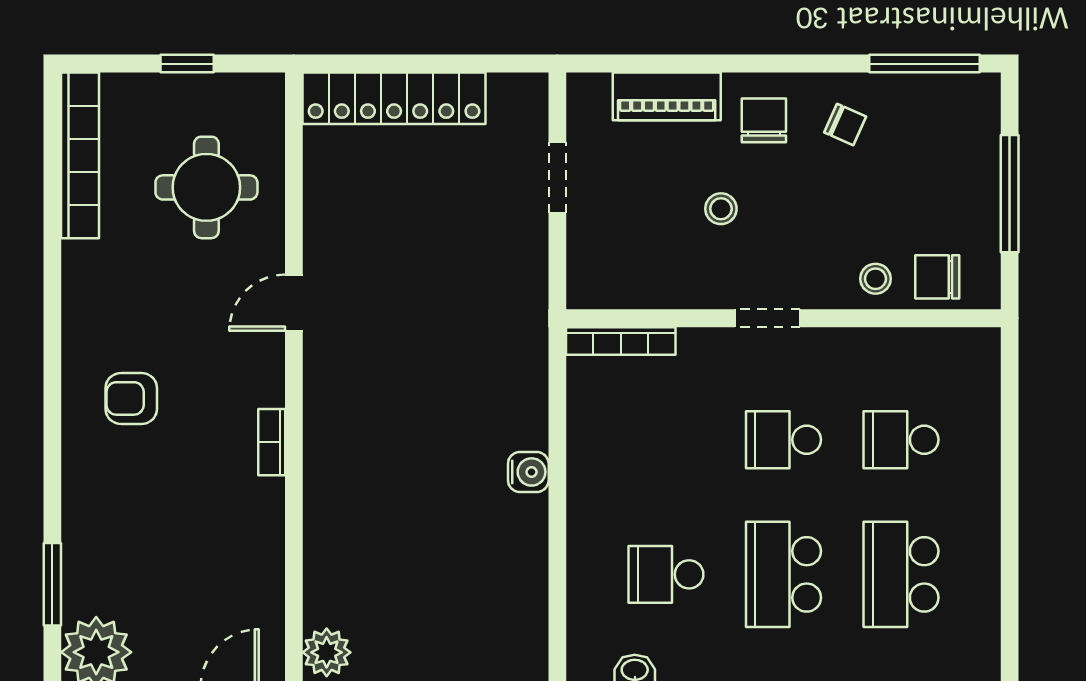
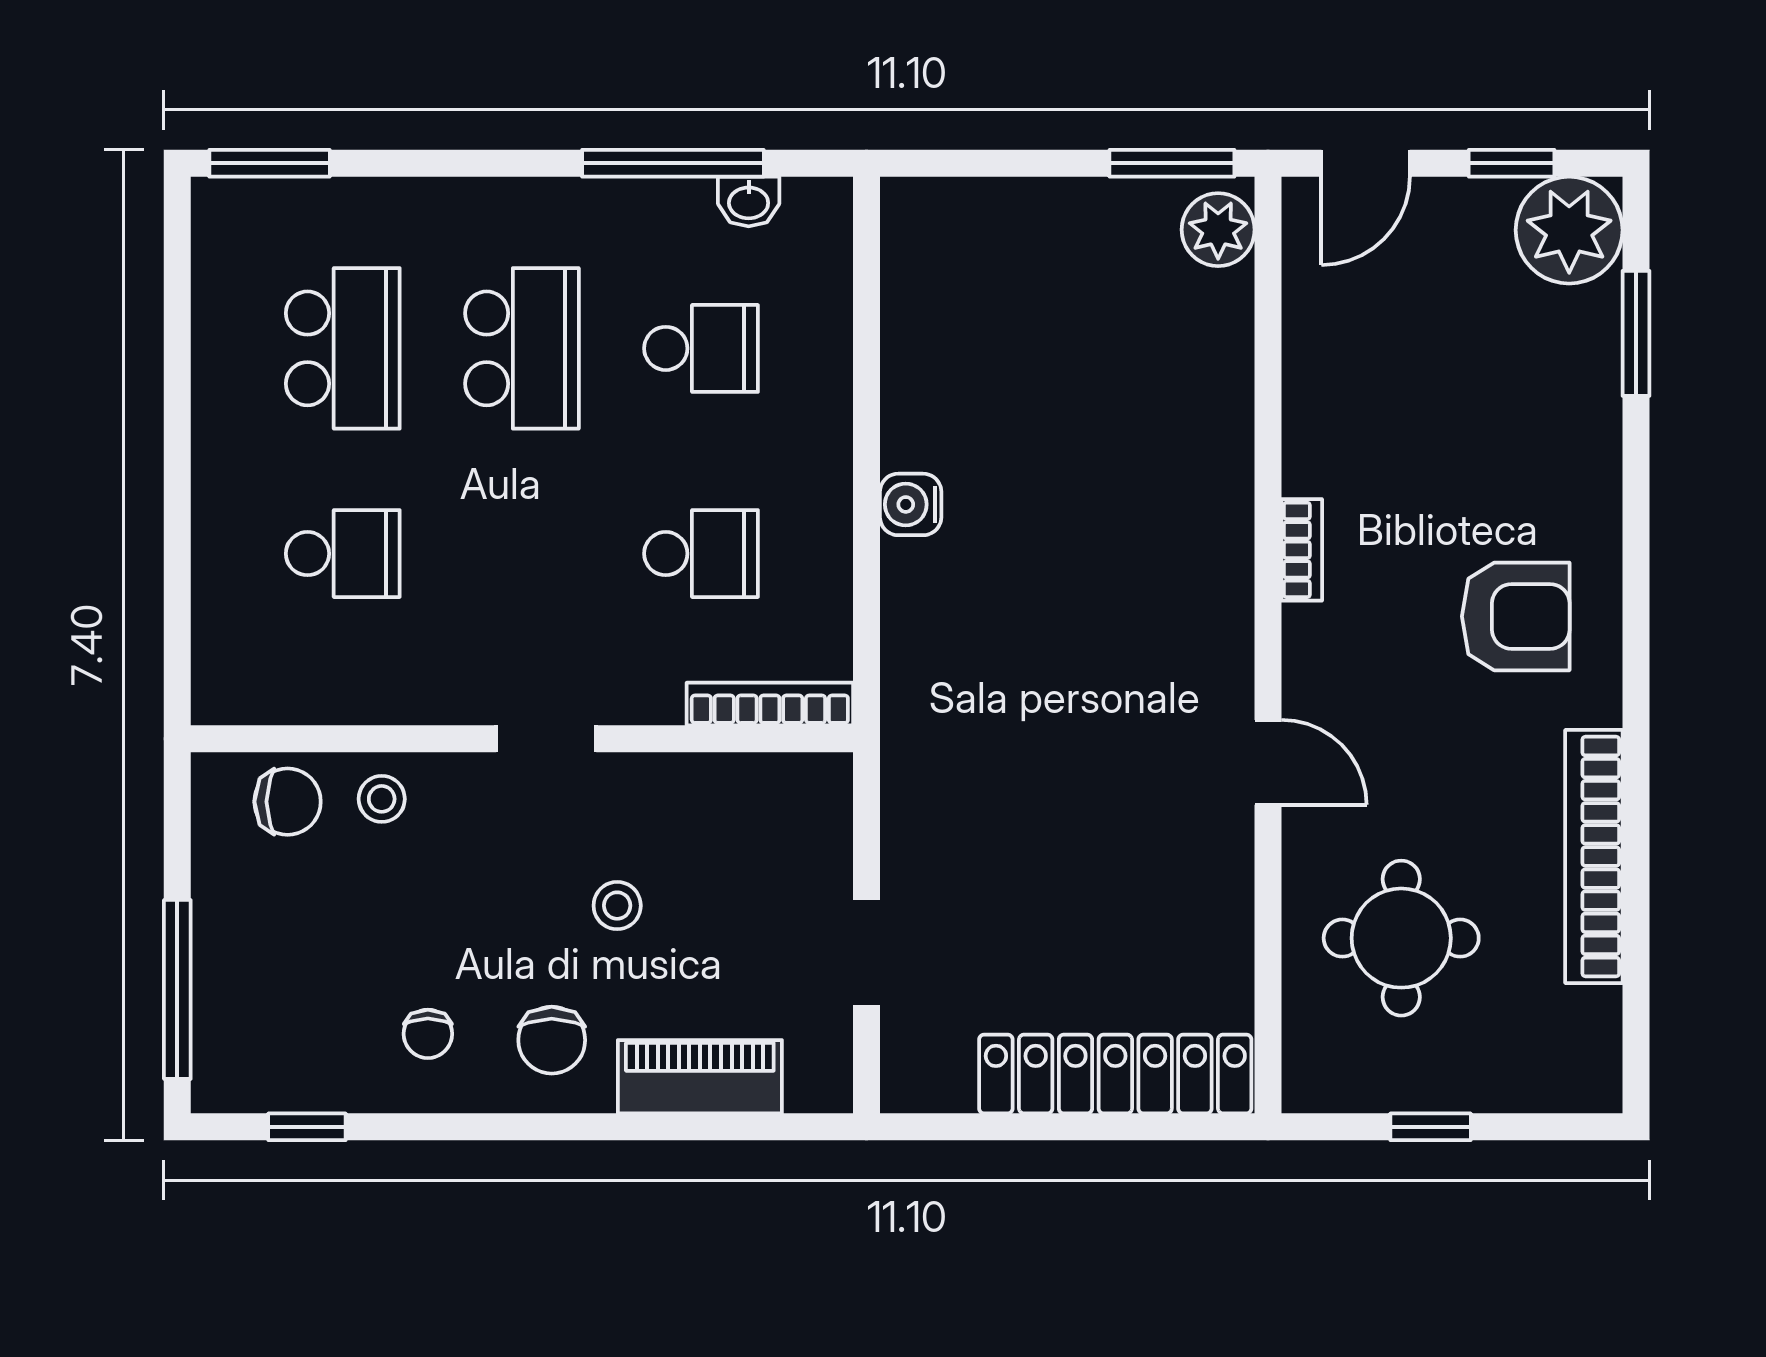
window: (925, 64) -> (307, 1127), width x0.46
chair: (845, 125) -> (428, 1034), turned -114
bookcase: (80, 155) -> (1594, 856), moved
window: (1010, 194) -> (177, 989), moved
door: (294, 303) -> (1268, 762), hinge flipped
armchair: (131, 398) -> (1516, 616), width x1.38, depth x1.38
school desk: (783, 440) -> (701, 554), moved

